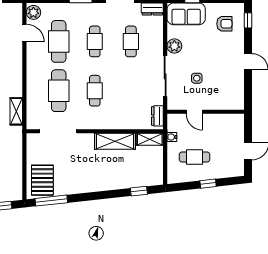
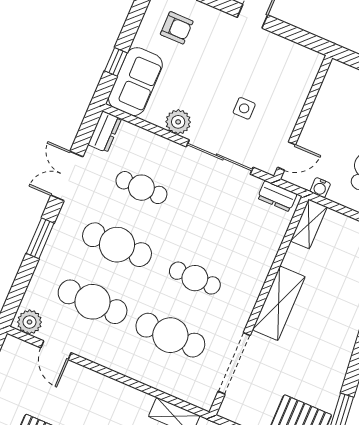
armchair: (224, 24) -> (177, 28), turned 90
door: (24, 33) -> (56, 350), swing flipped
cafe table: (95, 41) -> (117, 245), width x1.37, depth x1.35
door: (194, 112) -> (286, 156), moved
shelving: (115, 141) -> (279, 303), moved

